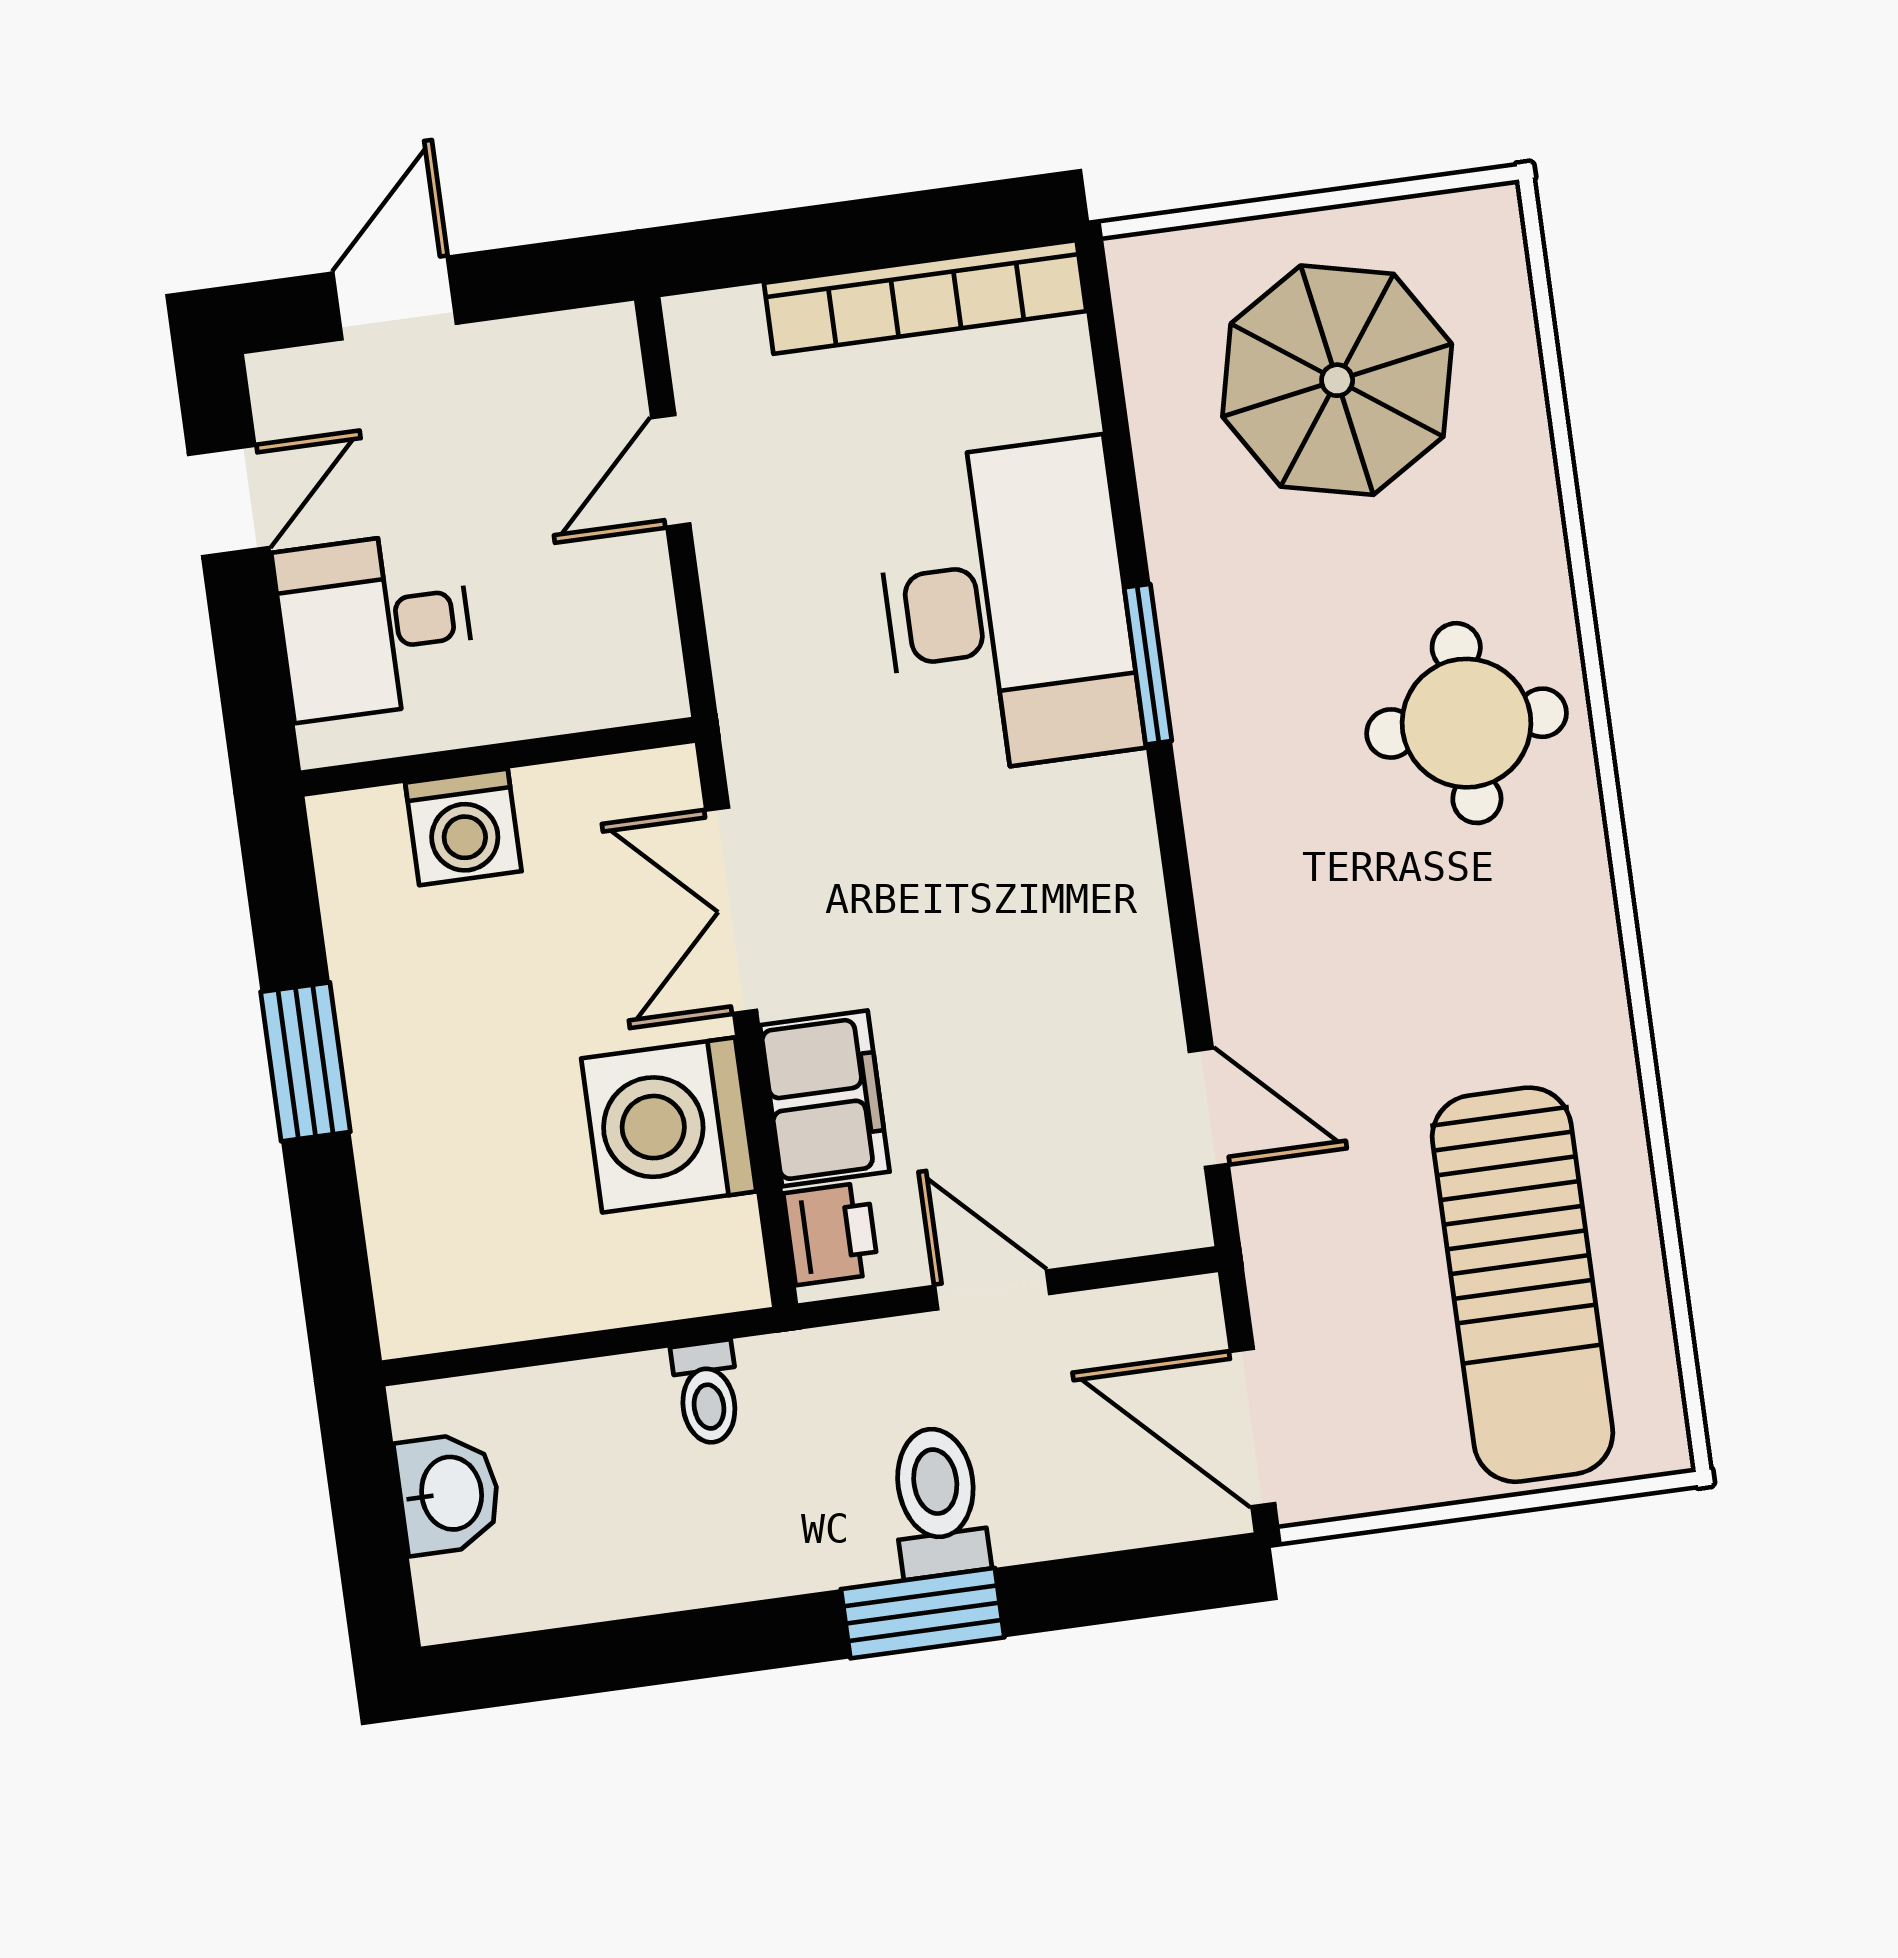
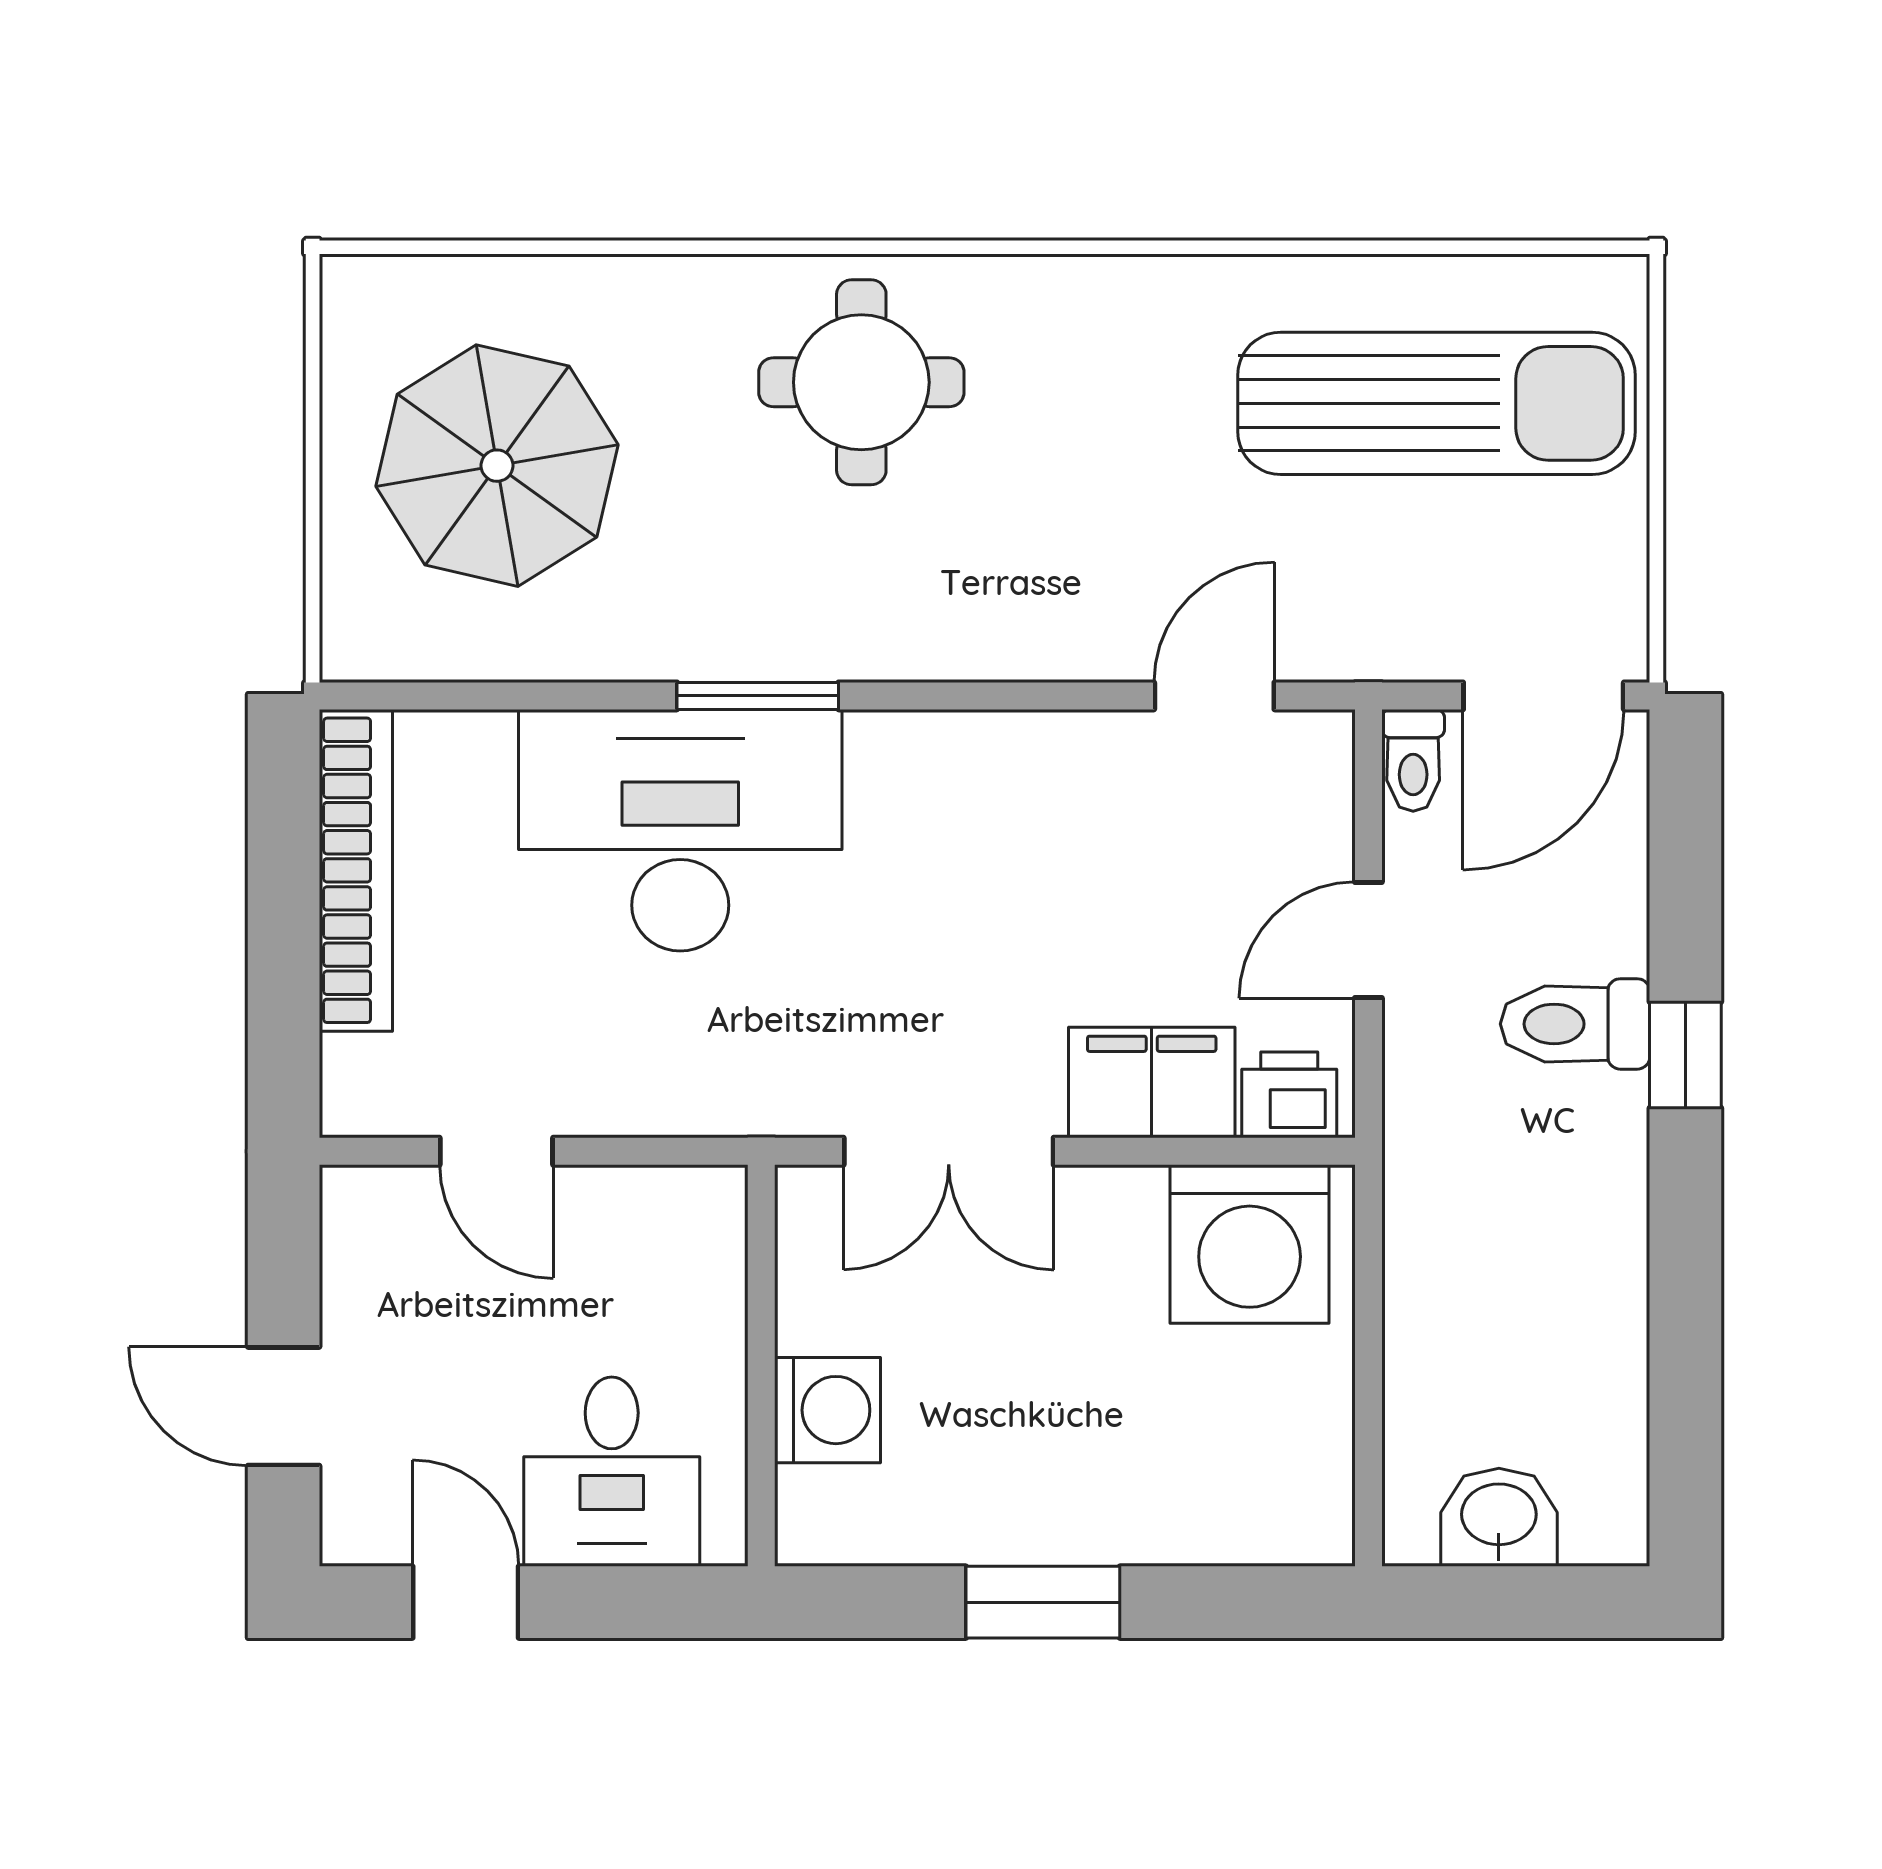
washing machine: (669, 1125) -> (1250, 1244), moved
toilet: (707, 1393) -> (1413, 760), moved, turned 90
window: (923, 1613) -> (1685, 1055), width x0.67

